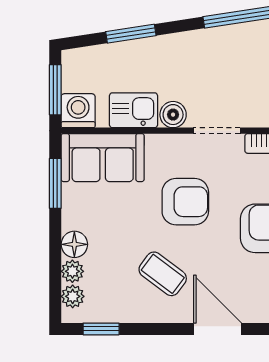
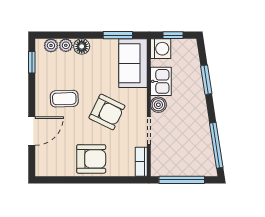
window: (55, 90) -> (173, 35), width x0.67
armchair: (185, 202) -> (107, 112), turned -64
coffee table: (163, 274) -> (64, 99), turned 51

